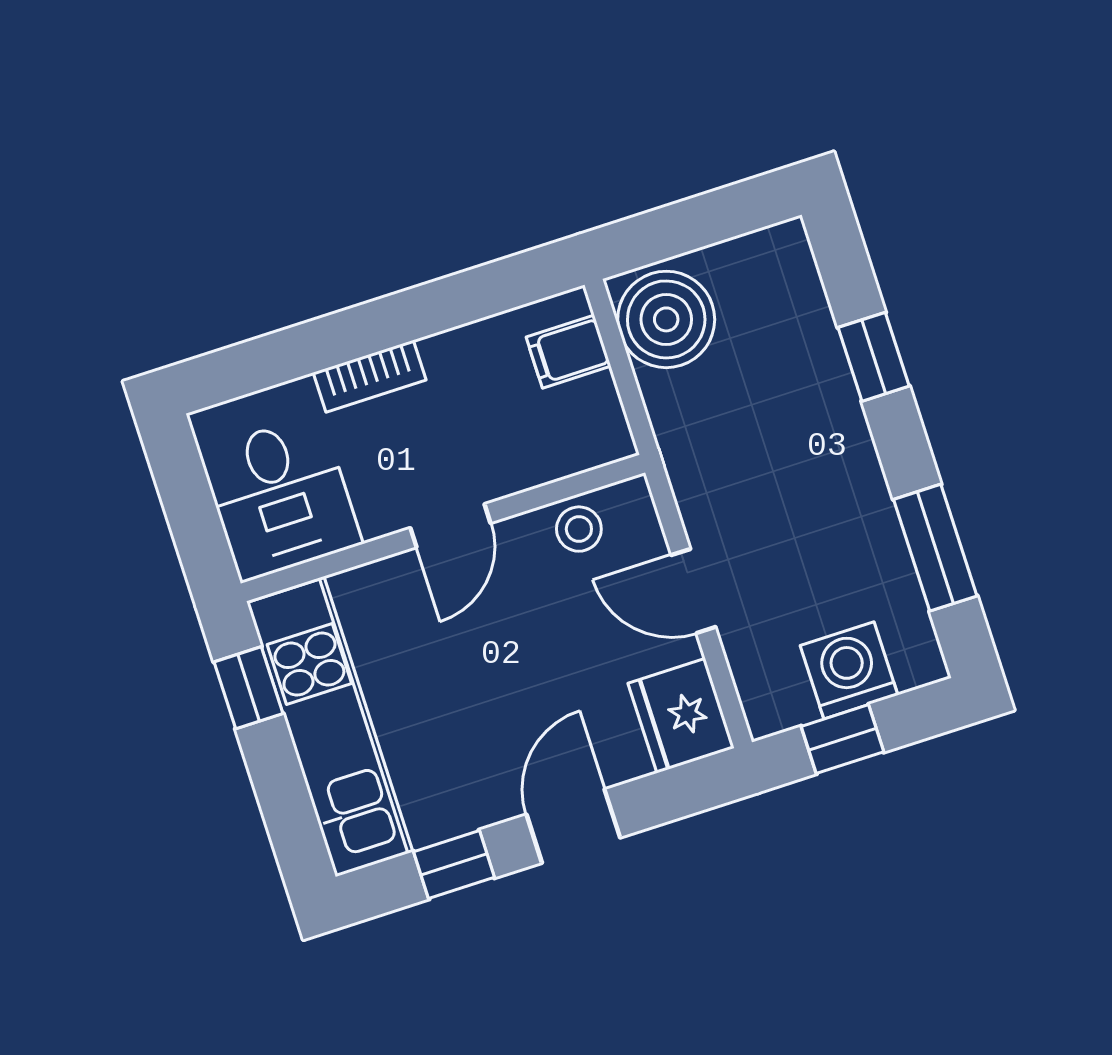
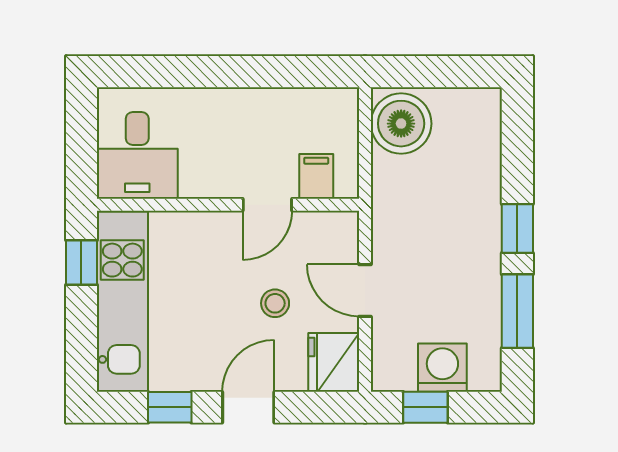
filing cabinet: (569, 352) -> (316, 176), moved, turned 90
window: (874, 357) -> (517, 228), moved
bookcase: (370, 376) -> (214, 100), removed
door: (450, 526) -> (267, 205), moved
stool: (579, 529) -> (275, 303), moved

